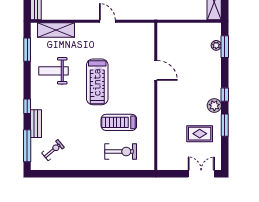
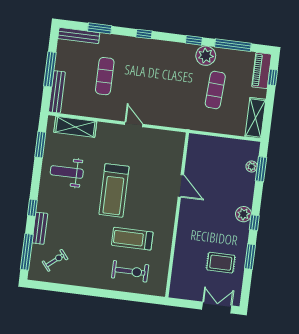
plant: (214, 106) -> (243, 214), moved

